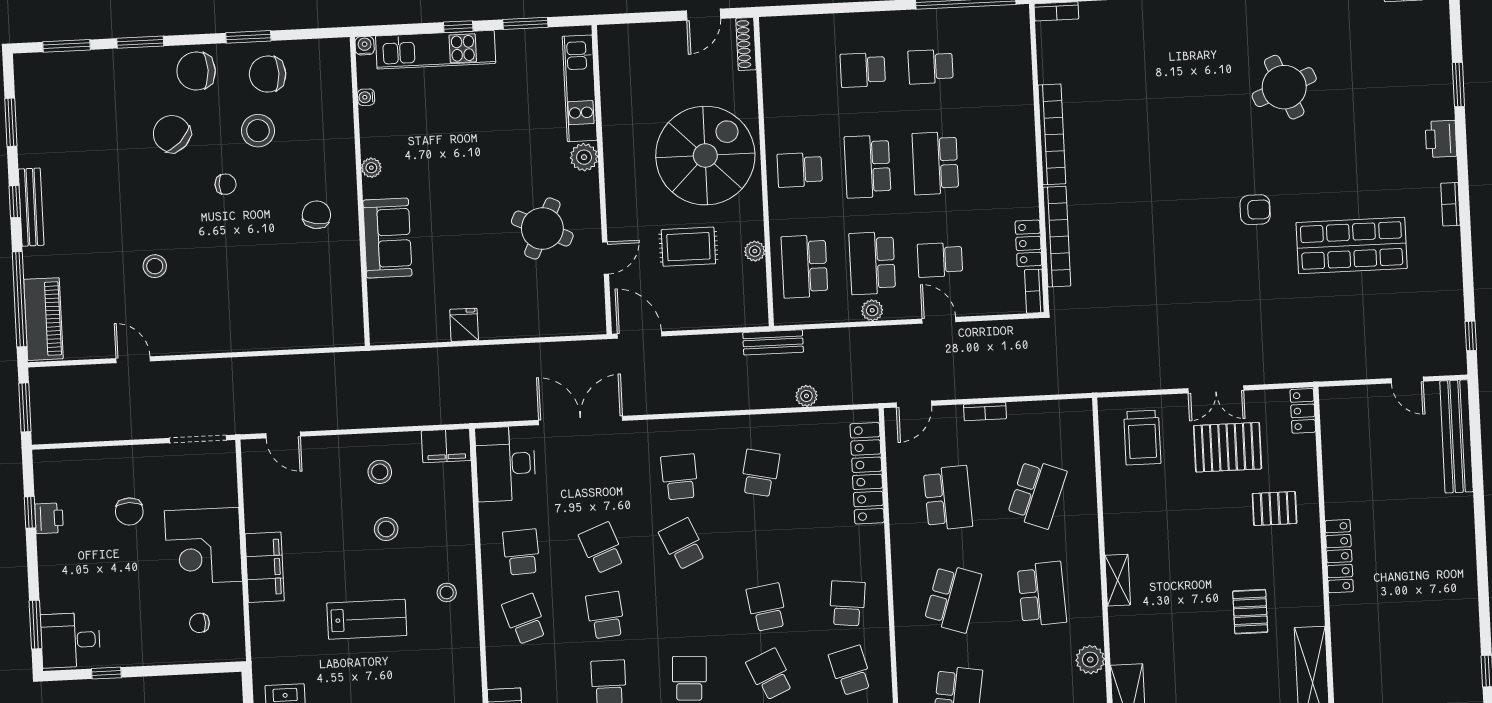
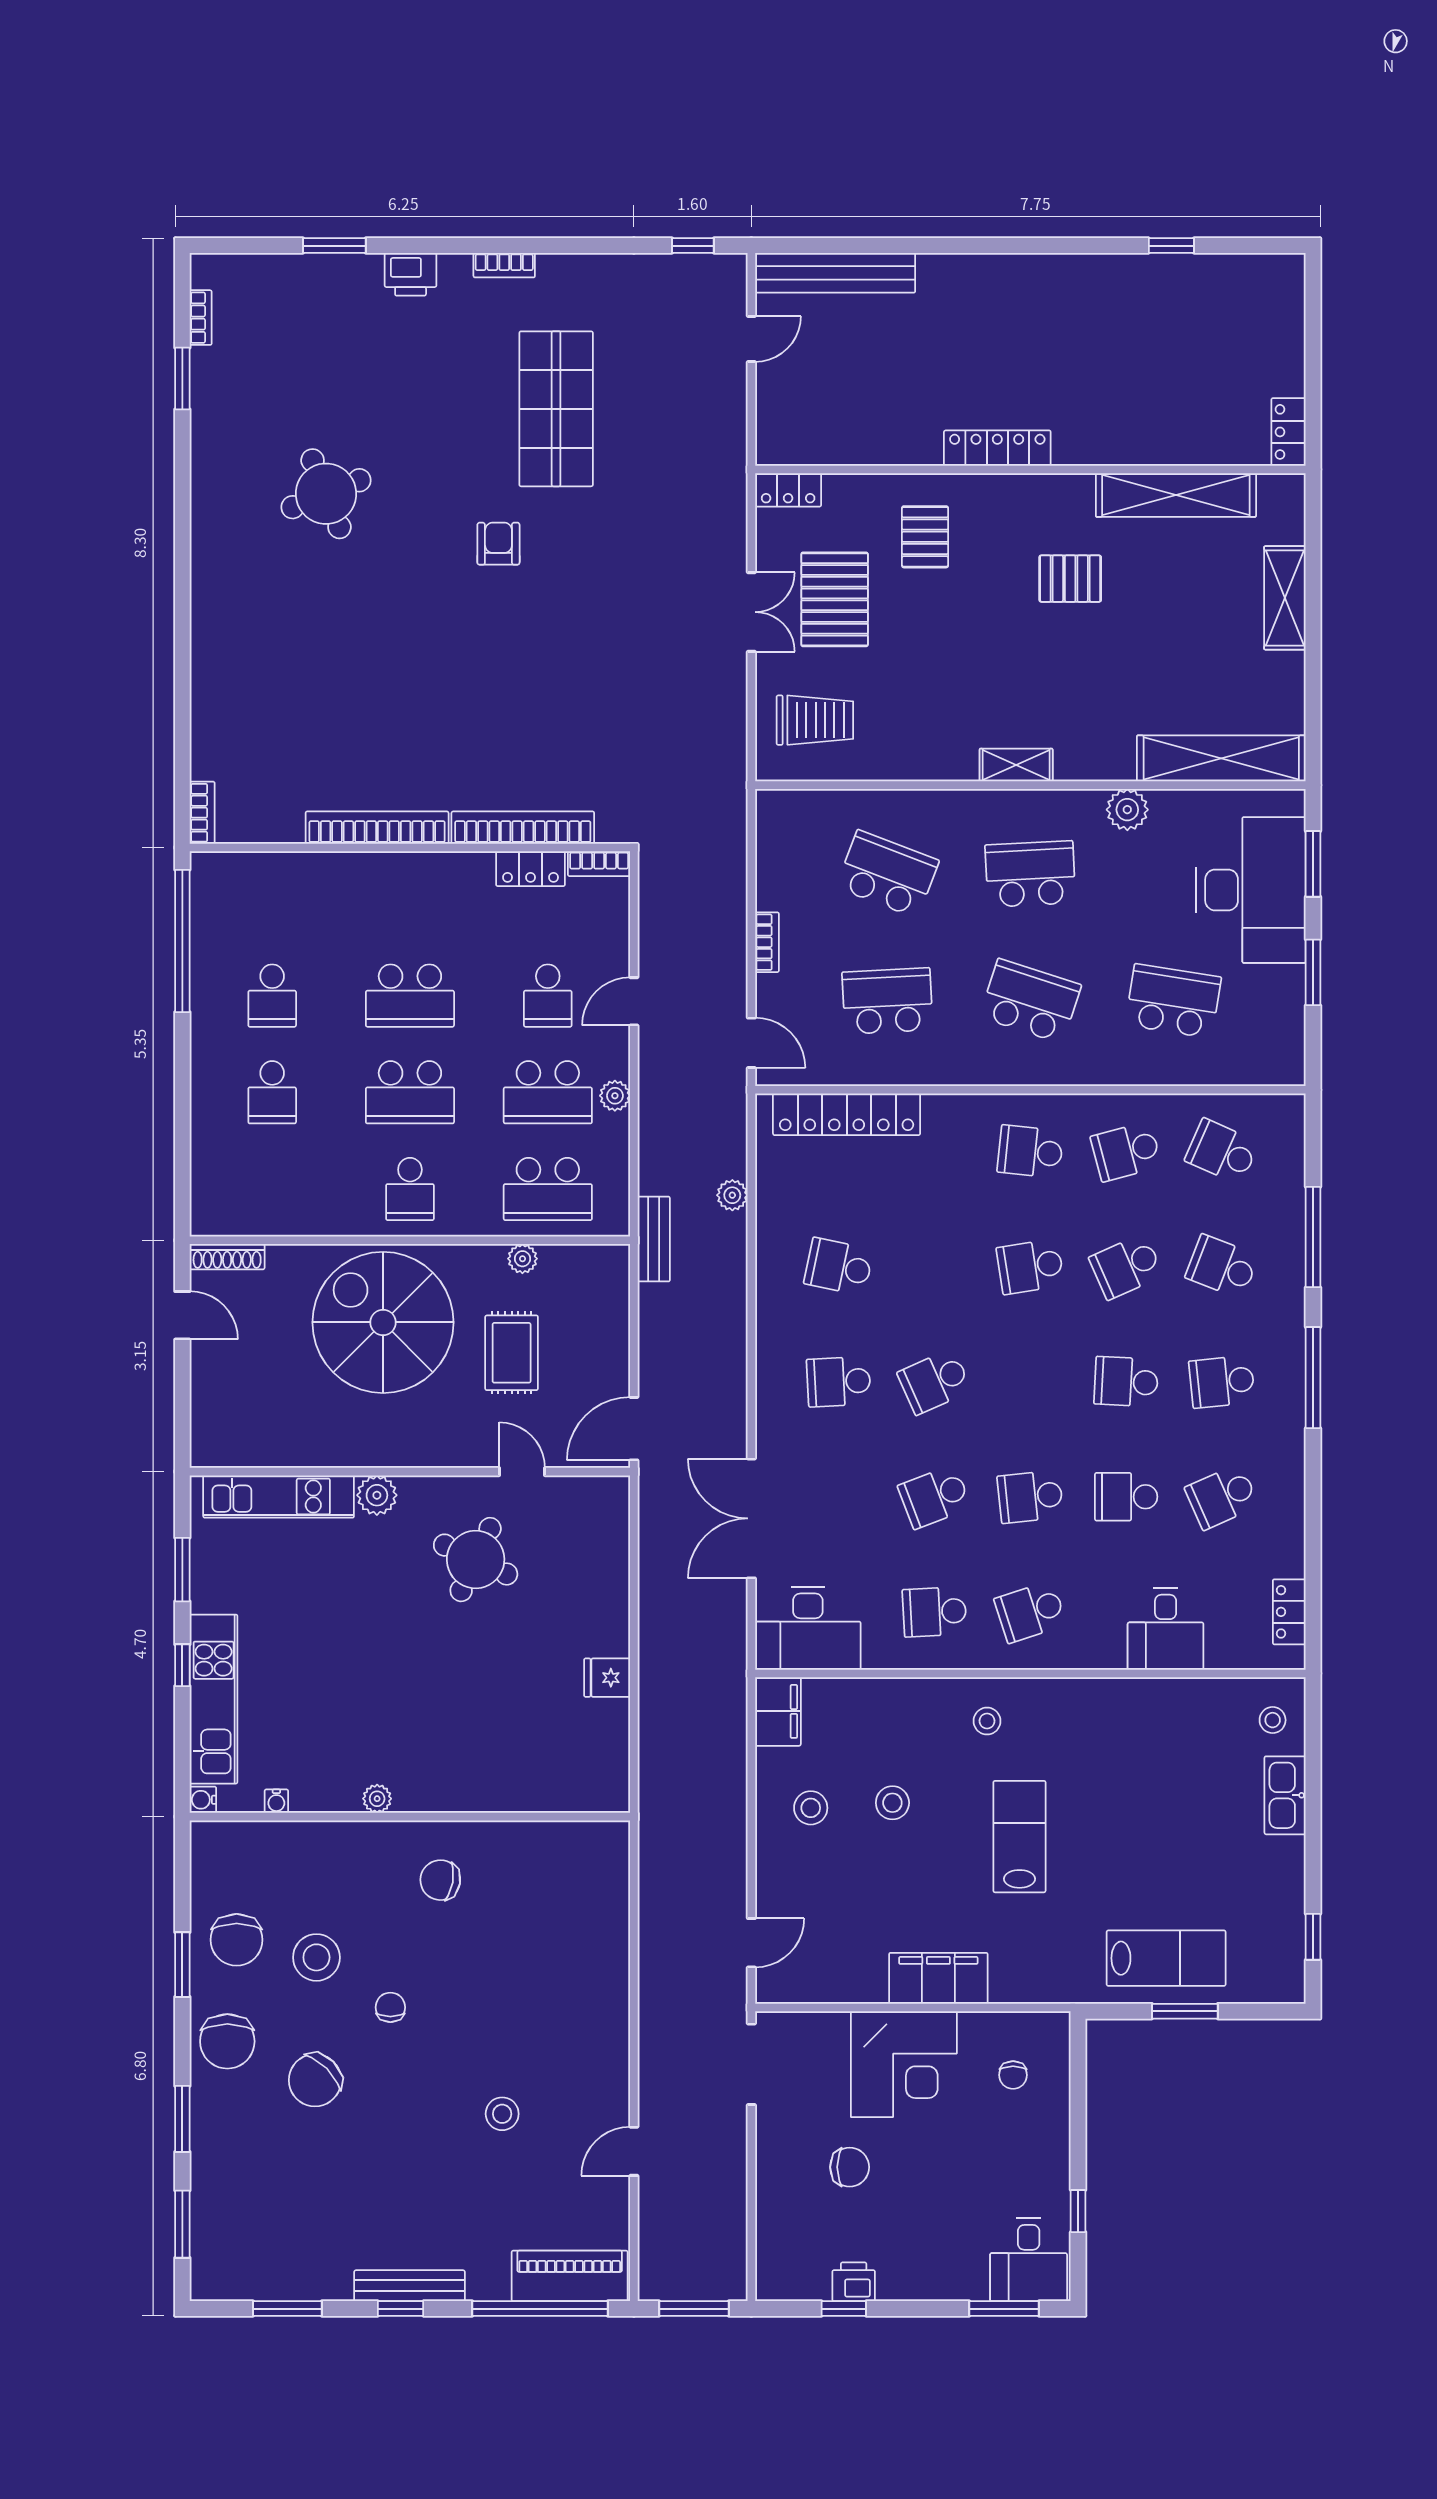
sofa: (387, 238) -> (478, 1781), removed

